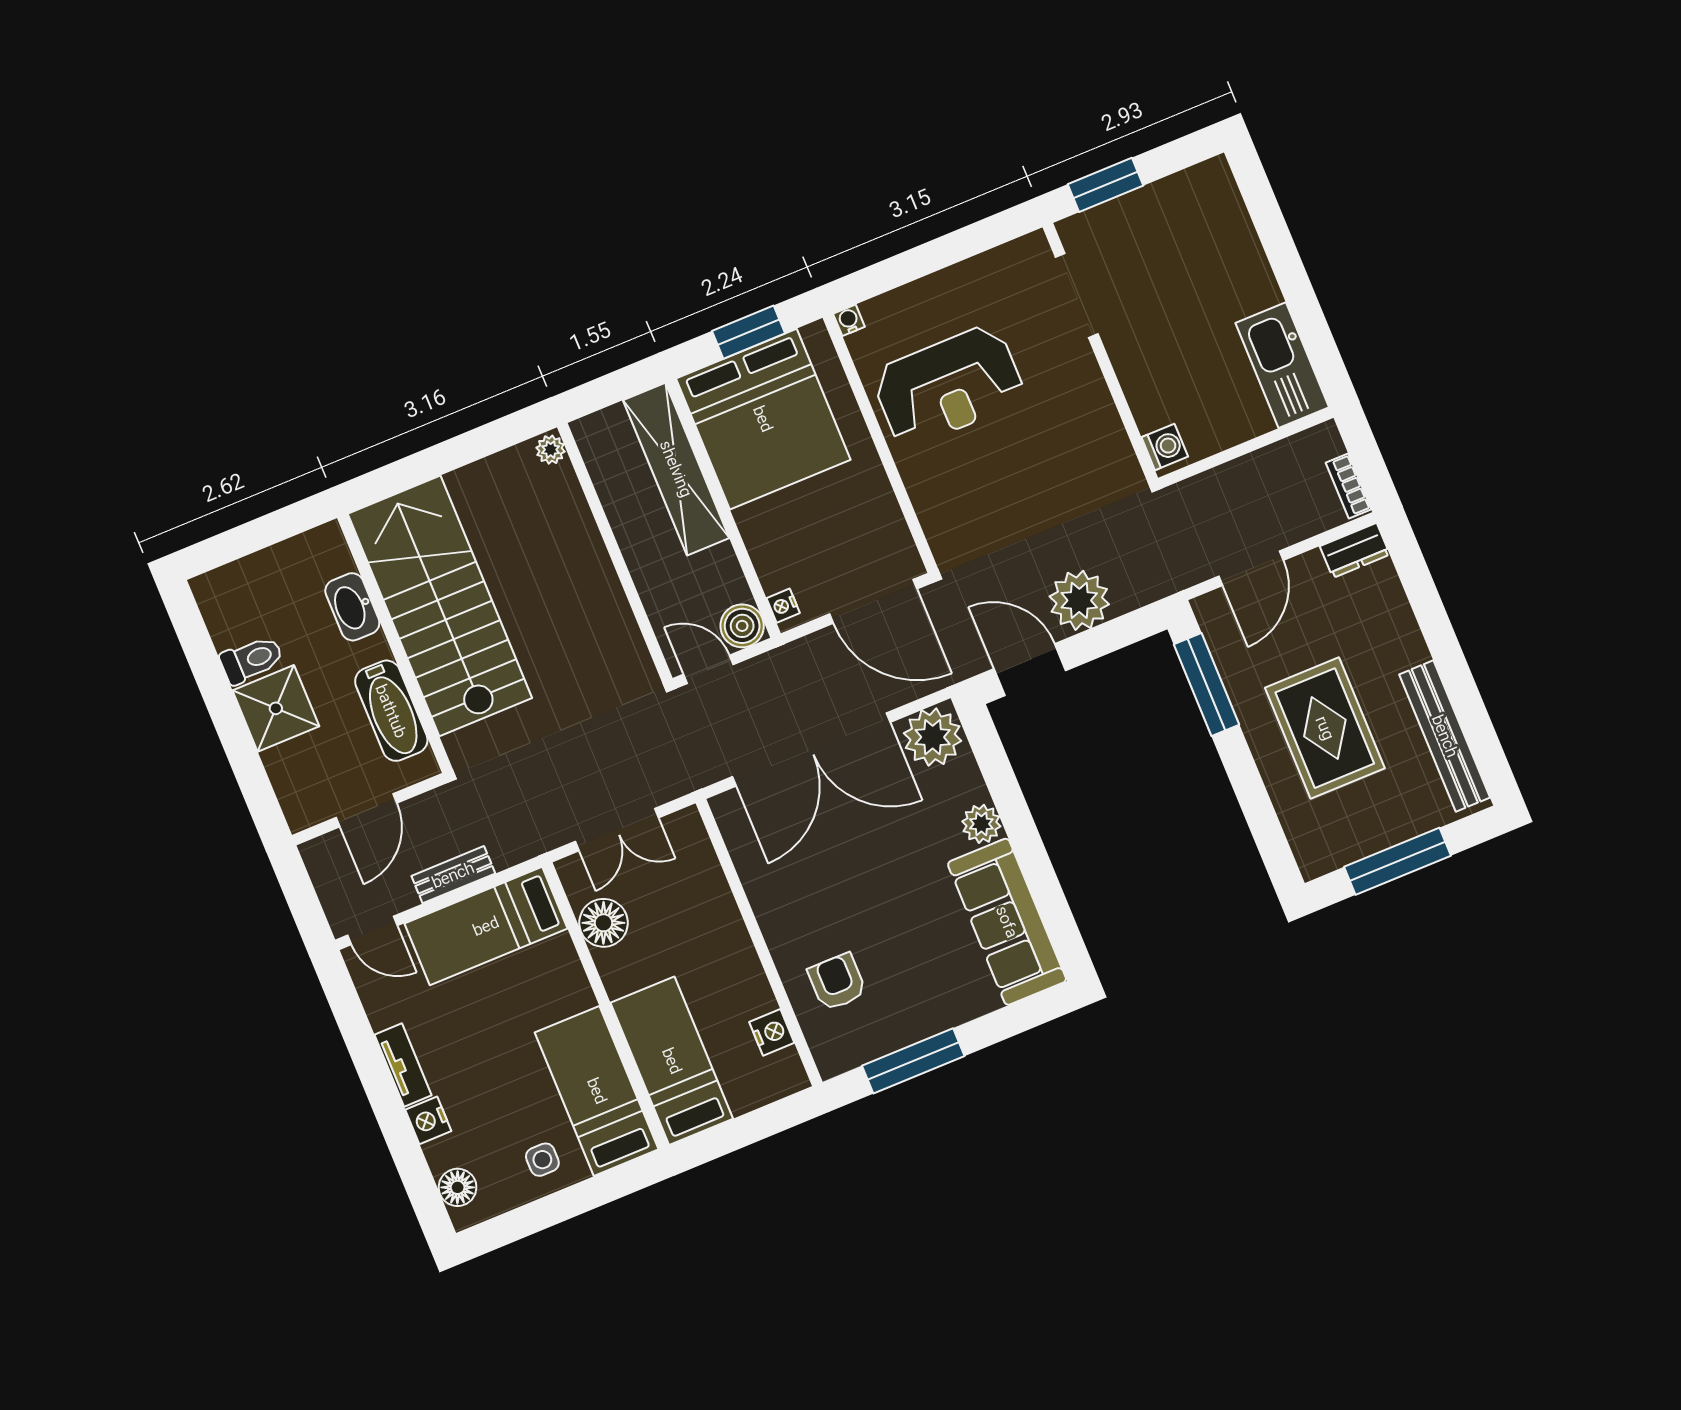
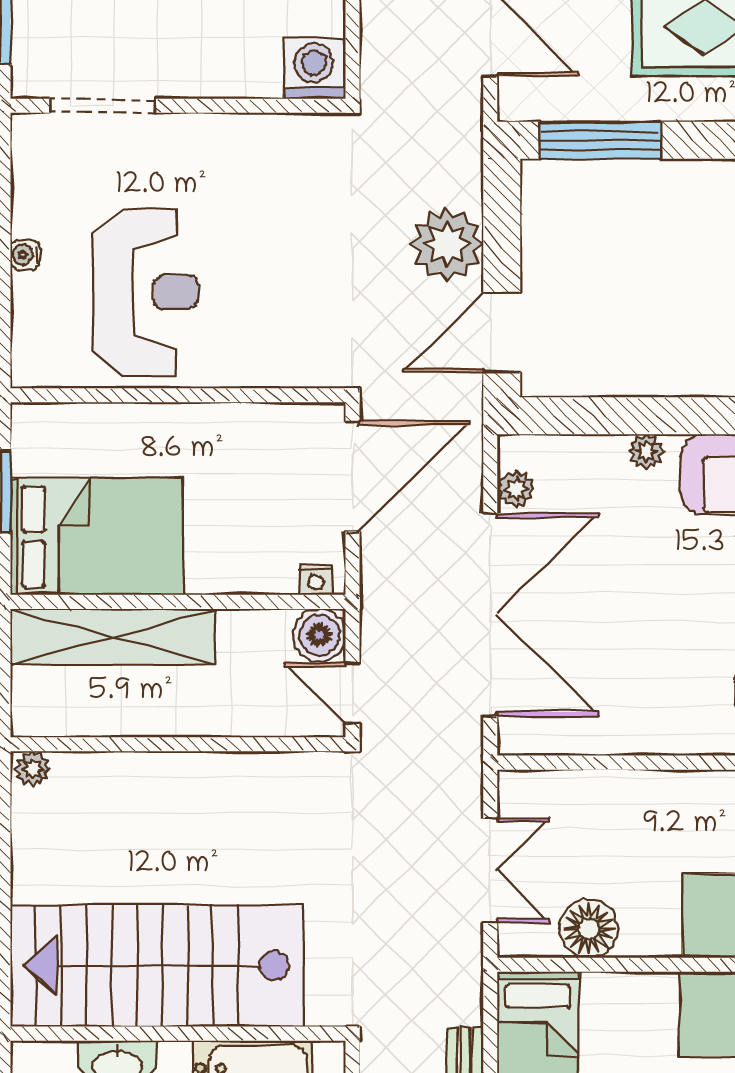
water cooler: (849, 320) -> (25, 255), moved
bed: (763, 419) -> (97, 537), width x0.73
washing machine: (1165, 447) -> (314, 69), width x1.38, depth x1.38
door: (708, 669) -> (352, 693), hinge flipped
plant: (933, 737) -> (516, 489), width x0.53, depth x0.53
plant: (981, 824) -> (646, 451), width x0.73, depth x0.73

